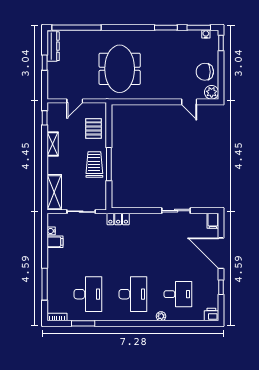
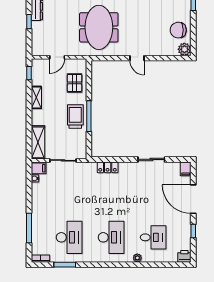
door: (189, 102) -> (137, 58), moved
locker: (118, 219) -> (108, 167), moved
filing cabinet: (55, 242) -> (39, 168), moved

